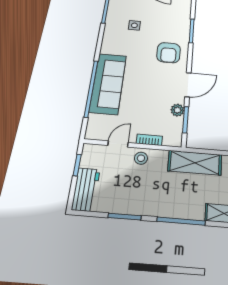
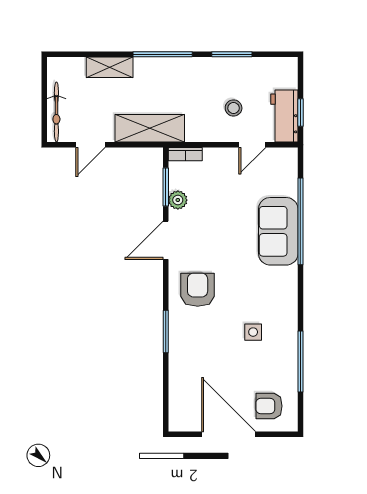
sofa: (108, 83) -> (278, 231), width x0.73
bookcase: (149, 140) -> (185, 154), moved
stool: (141, 158) -> (234, 108), moved
workbench: (86, 189) -> (284, 116), moved

